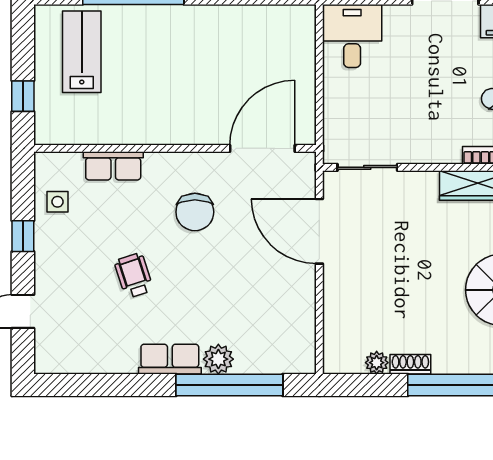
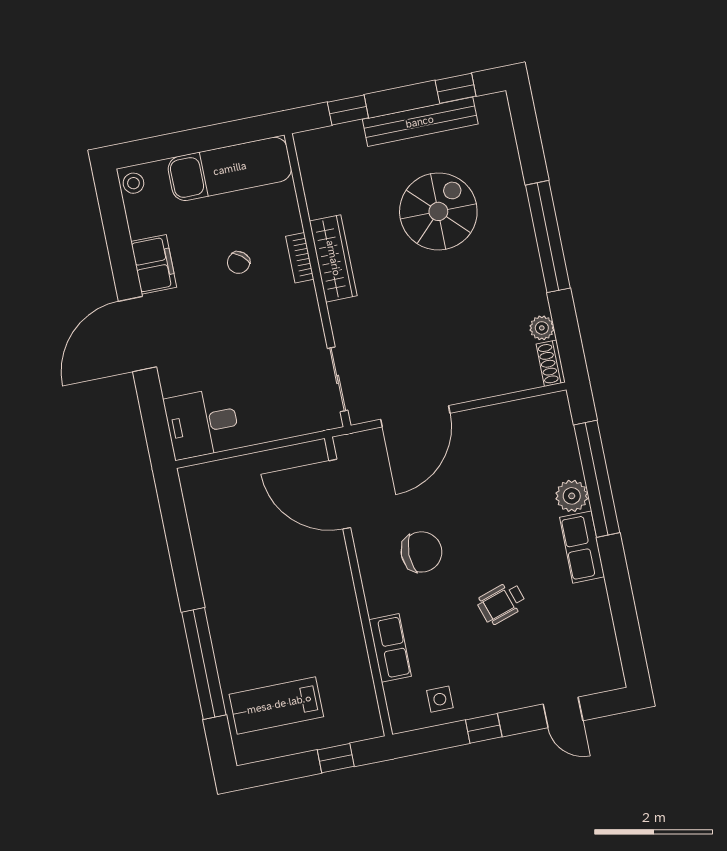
shoe rack: (410, 364) -> (551, 363), moved

